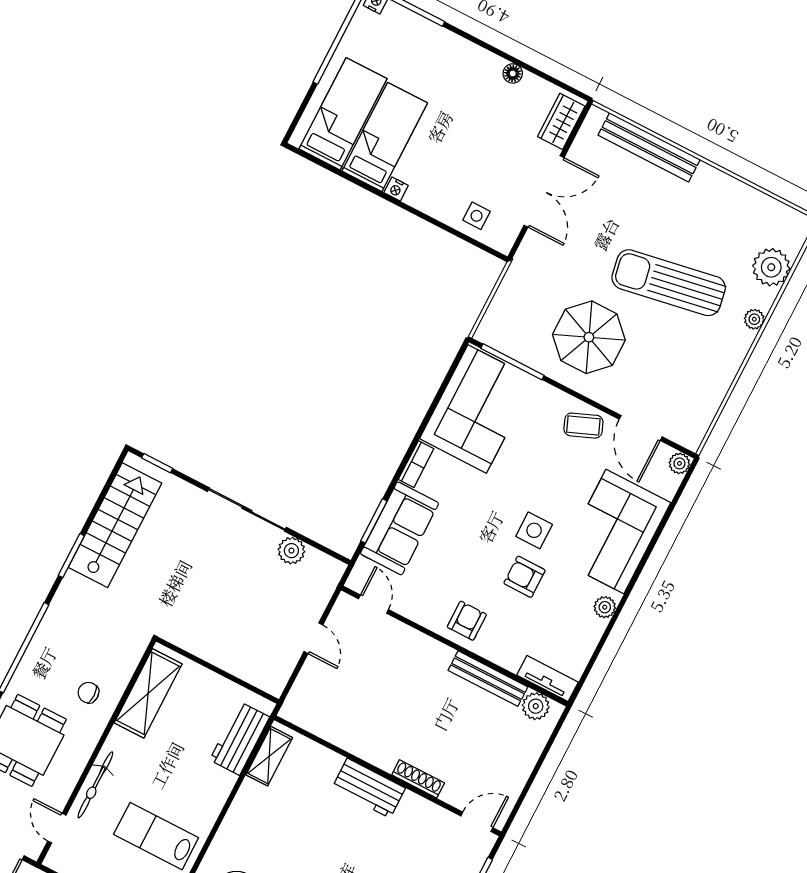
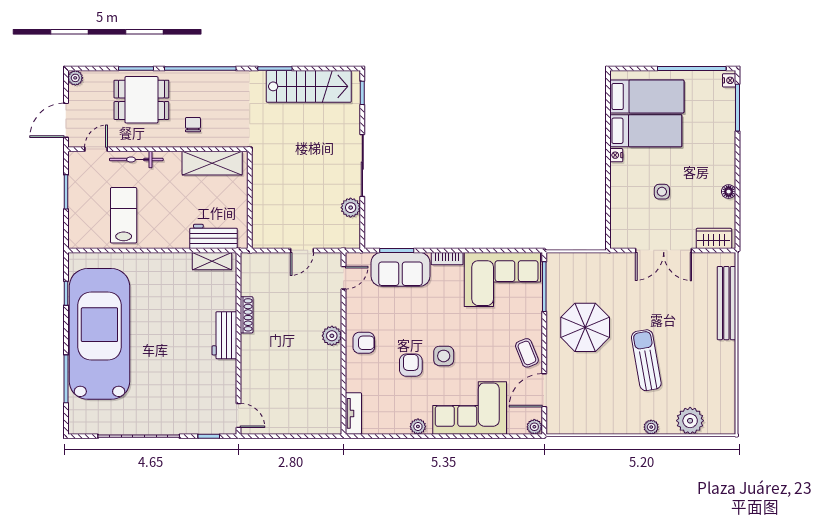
side table: (477, 216) -> (662, 192), moved
sun lounger: (669, 283) -> (646, 360), width x0.73, depth x0.75
bench: (488, 679) -> (334, 375), removed
plant: (536, 706) -> (332, 336), moved
shoe rack: (418, 779) -> (247, 315), moved

